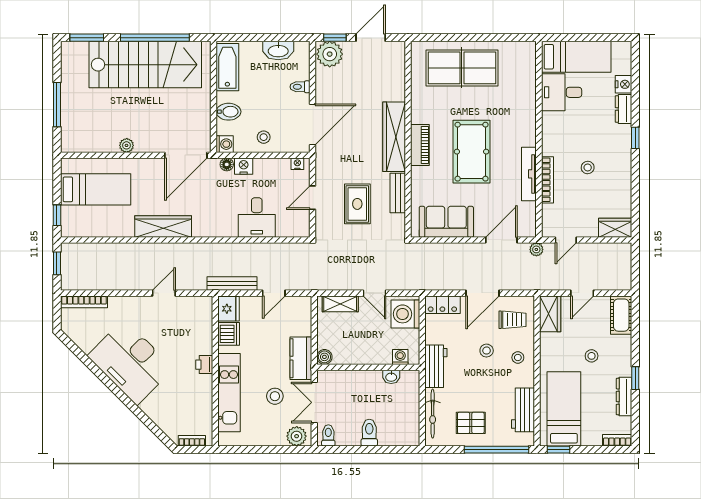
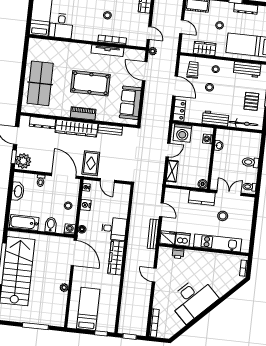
dresser: (397, 79) -> (43, 123), added
nightstand: (244, 166) -> (86, 205), moved
rug: (357, 204) -> (91, 163), moved, turned 90
desk: (257, 218) -> (114, 229), moved
wardrobe: (163, 227) -> (116, 258), moved
wardrobe: (550, 314) -> (205, 49), moved
printer: (204, 365) -> (178, 253), moved
double door: (314, 402) -> (229, 193), swing flipped
plant: (297, 436) -> (248, 206), removed

